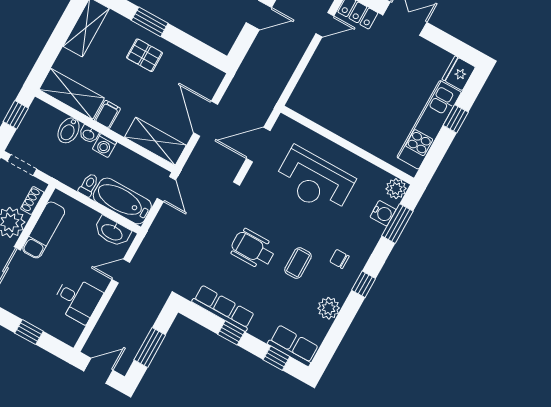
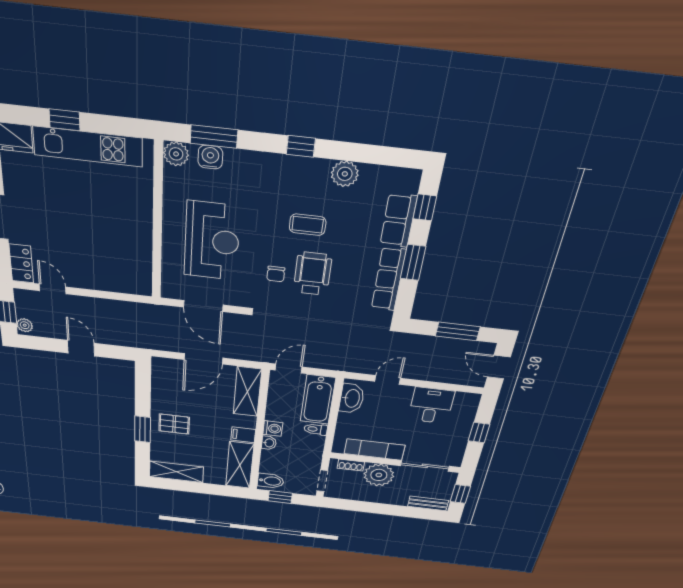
pallet: (144, 55) -> (174, 424), turned 90
bidet: (69, 130) -> (271, 481), moved
wheelchair: (253, 249) -> (313, 274), turned 180
chair: (340, 259) -> (276, 274), moved
door: (121, 271) -> (388, 380), swing flipped
window: (231, 333) -> (413, 262), width x1.50
row of seats: (293, 345) -> (398, 220), moved

